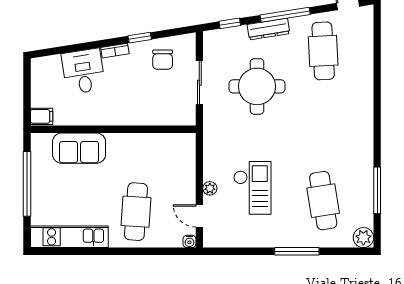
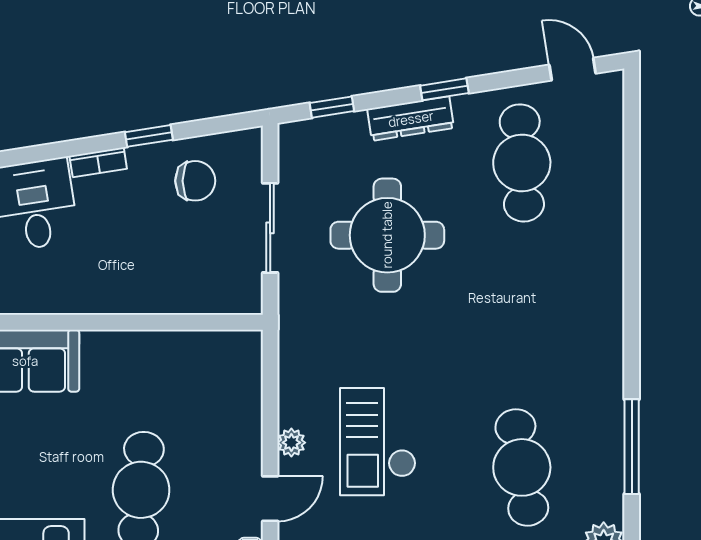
window: (285, 15) -> (444, 89), width x0.46
chair: (163, 60) -> (195, 181), turned -90
checkout: (252, 188) -> (378, 442), turned 180
door: (199, 216) -> (270, 499), swing flipped

